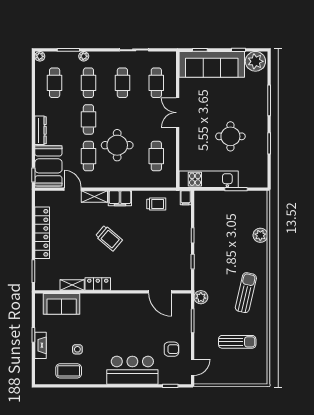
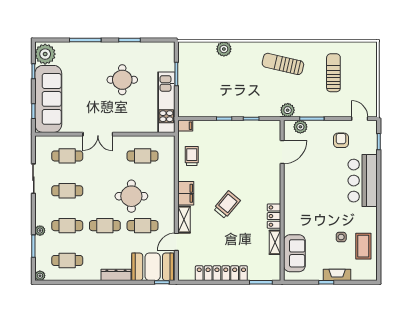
plant: (185, 310) -> (300, 127), added

